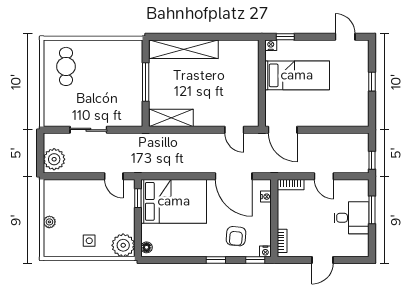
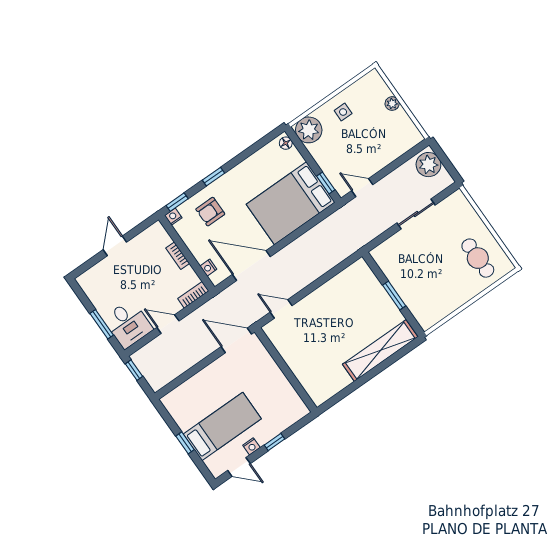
window: (285, 37) -> (275, 442), moved
nightstand: (271, 45) -> (251, 446), moved
bed: (297, 75) -> (222, 426), moved, turned 180
window: (146, 82) -> (394, 295), width x0.69
shelving: (171, 118) -> (347, 279), removed
desk: (351, 218) -> (128, 324), moved, turned -90
armchair: (236, 236) -> (210, 212), turned -95
bookcase: (282, 241) -> (178, 256), moved

